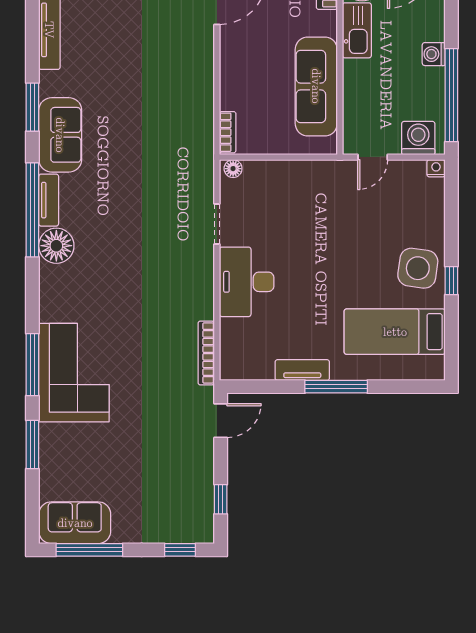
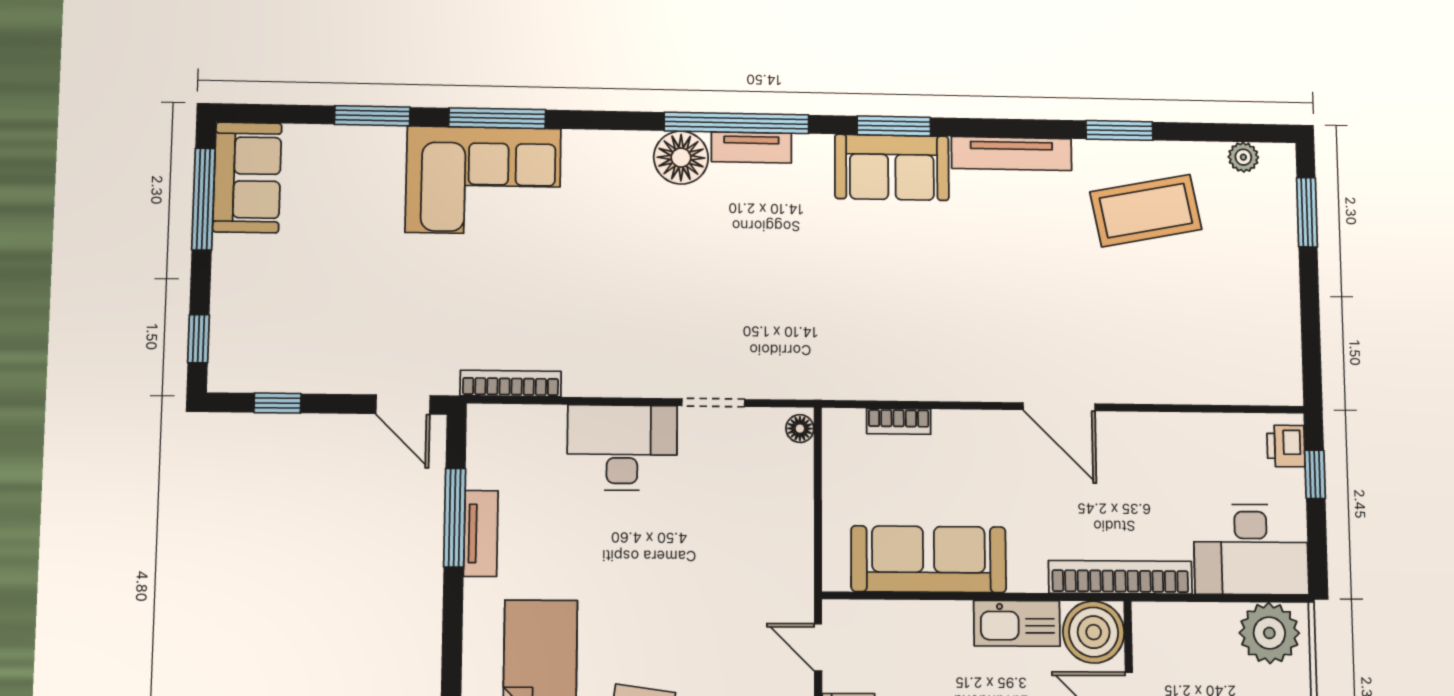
bookcase: (228, 132) -> (899, 421), moved
sofa: (60, 135) -> (892, 167), moved
window: (336, 387) -> (455, 518), moved

